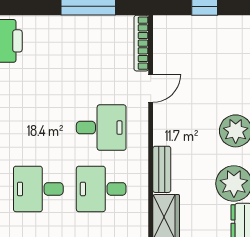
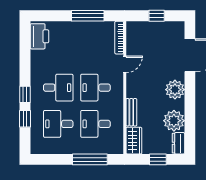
desk: (38, 128) -> (58, 88), added
desk: (101, 128) -> (95, 88), turned 180

